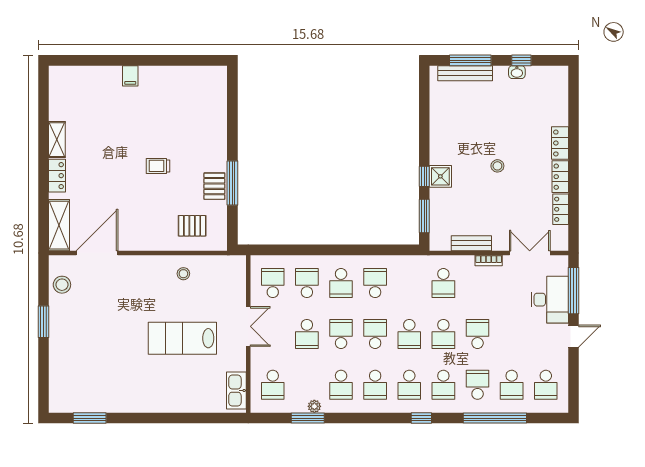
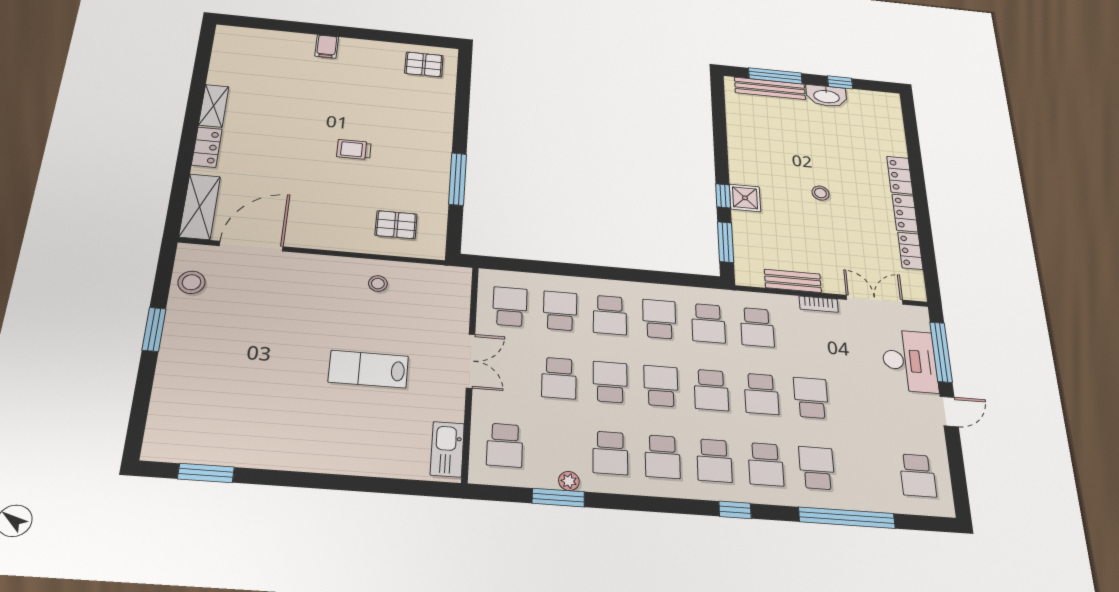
washbasin: (517, 72) -> (826, 96), width x1.91, depth x1.45
pallet: (214, 186) -> (424, 64), moved, turned 90
lab bench: (182, 338) -> (368, 369), width x0.73, depth x0.72
school desk: (512, 385) -> (708, 323), moved

